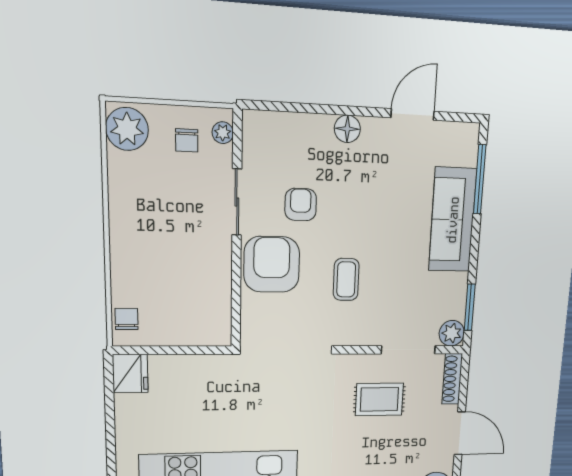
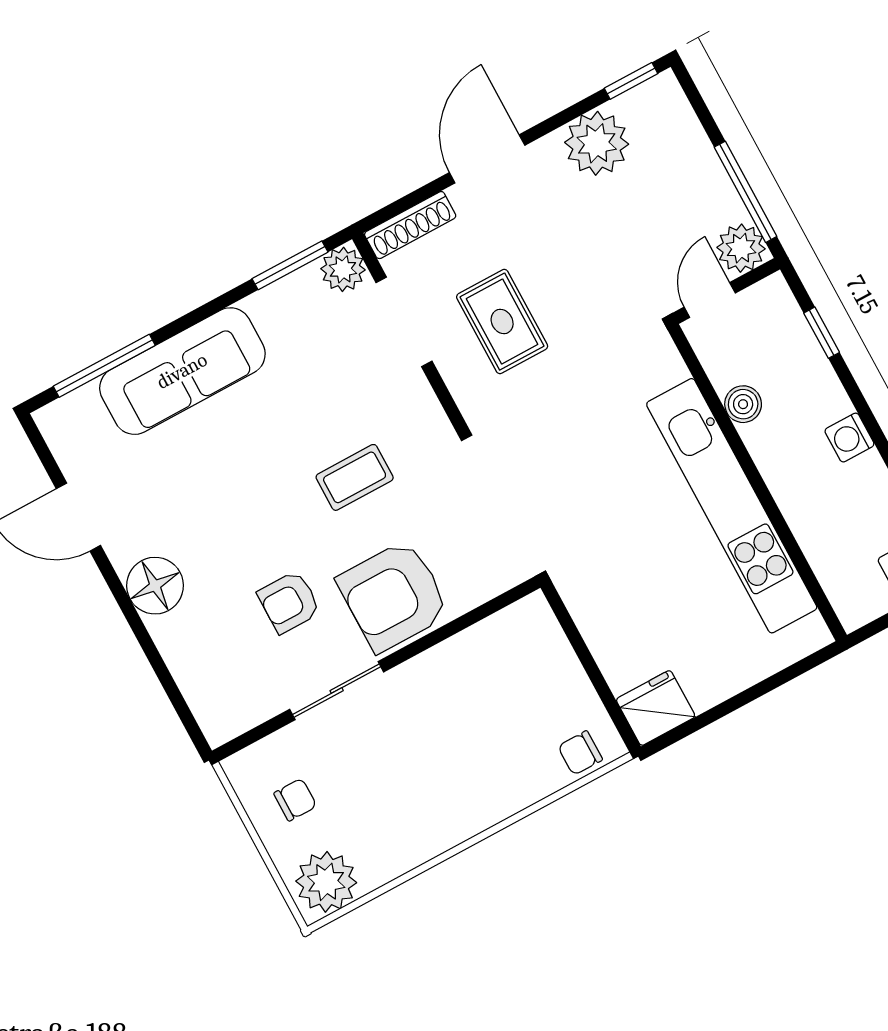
floor lamp: (347, 129) -> (155, 586), width x1.38, depth x1.38
plant: (223, 133) -> (257, 759), removed

